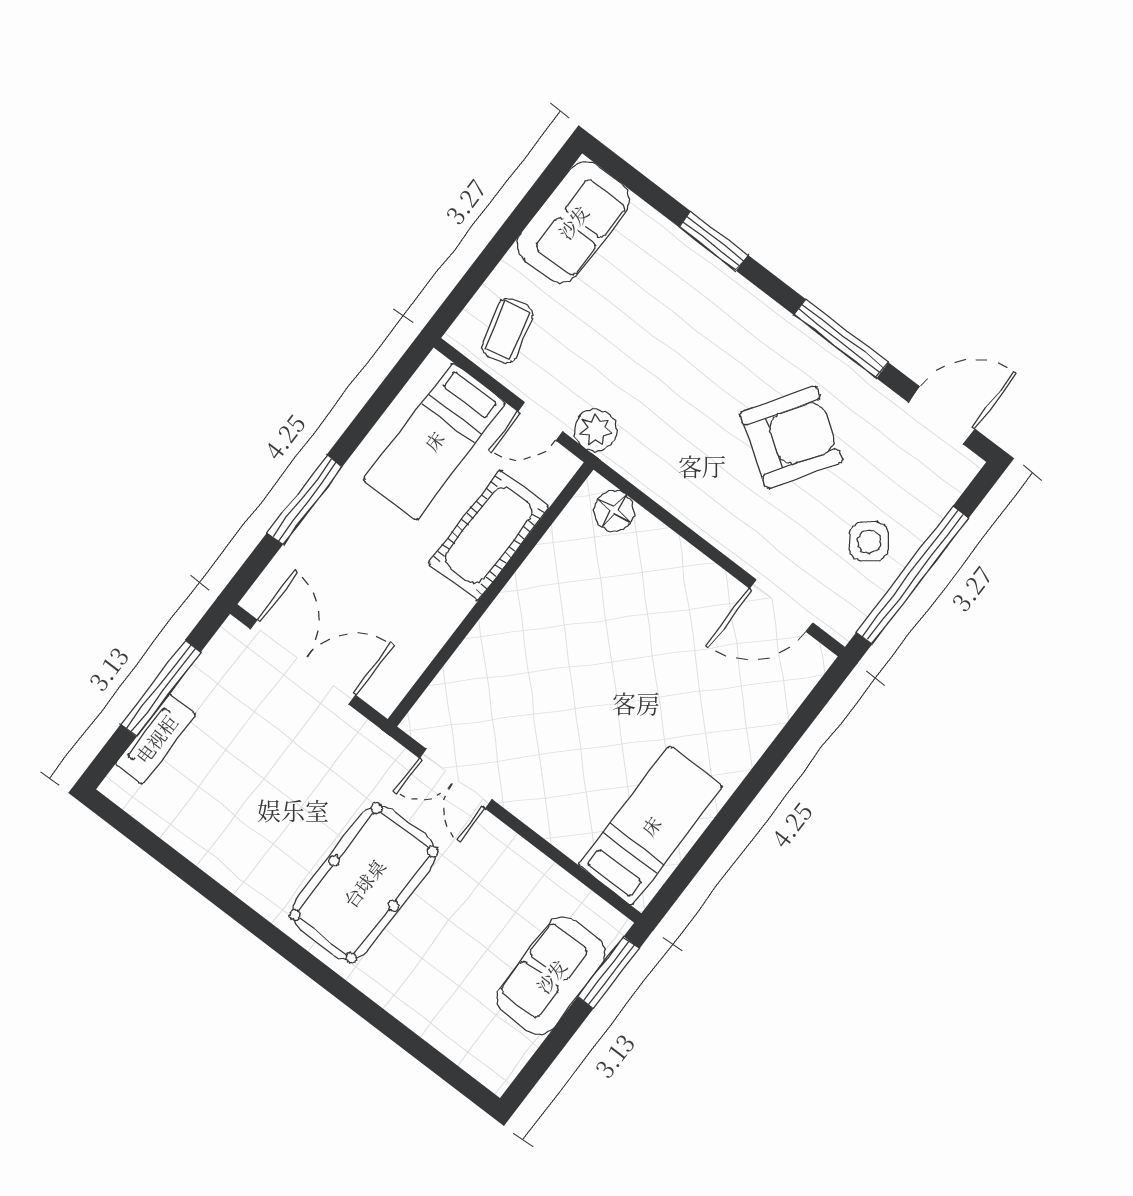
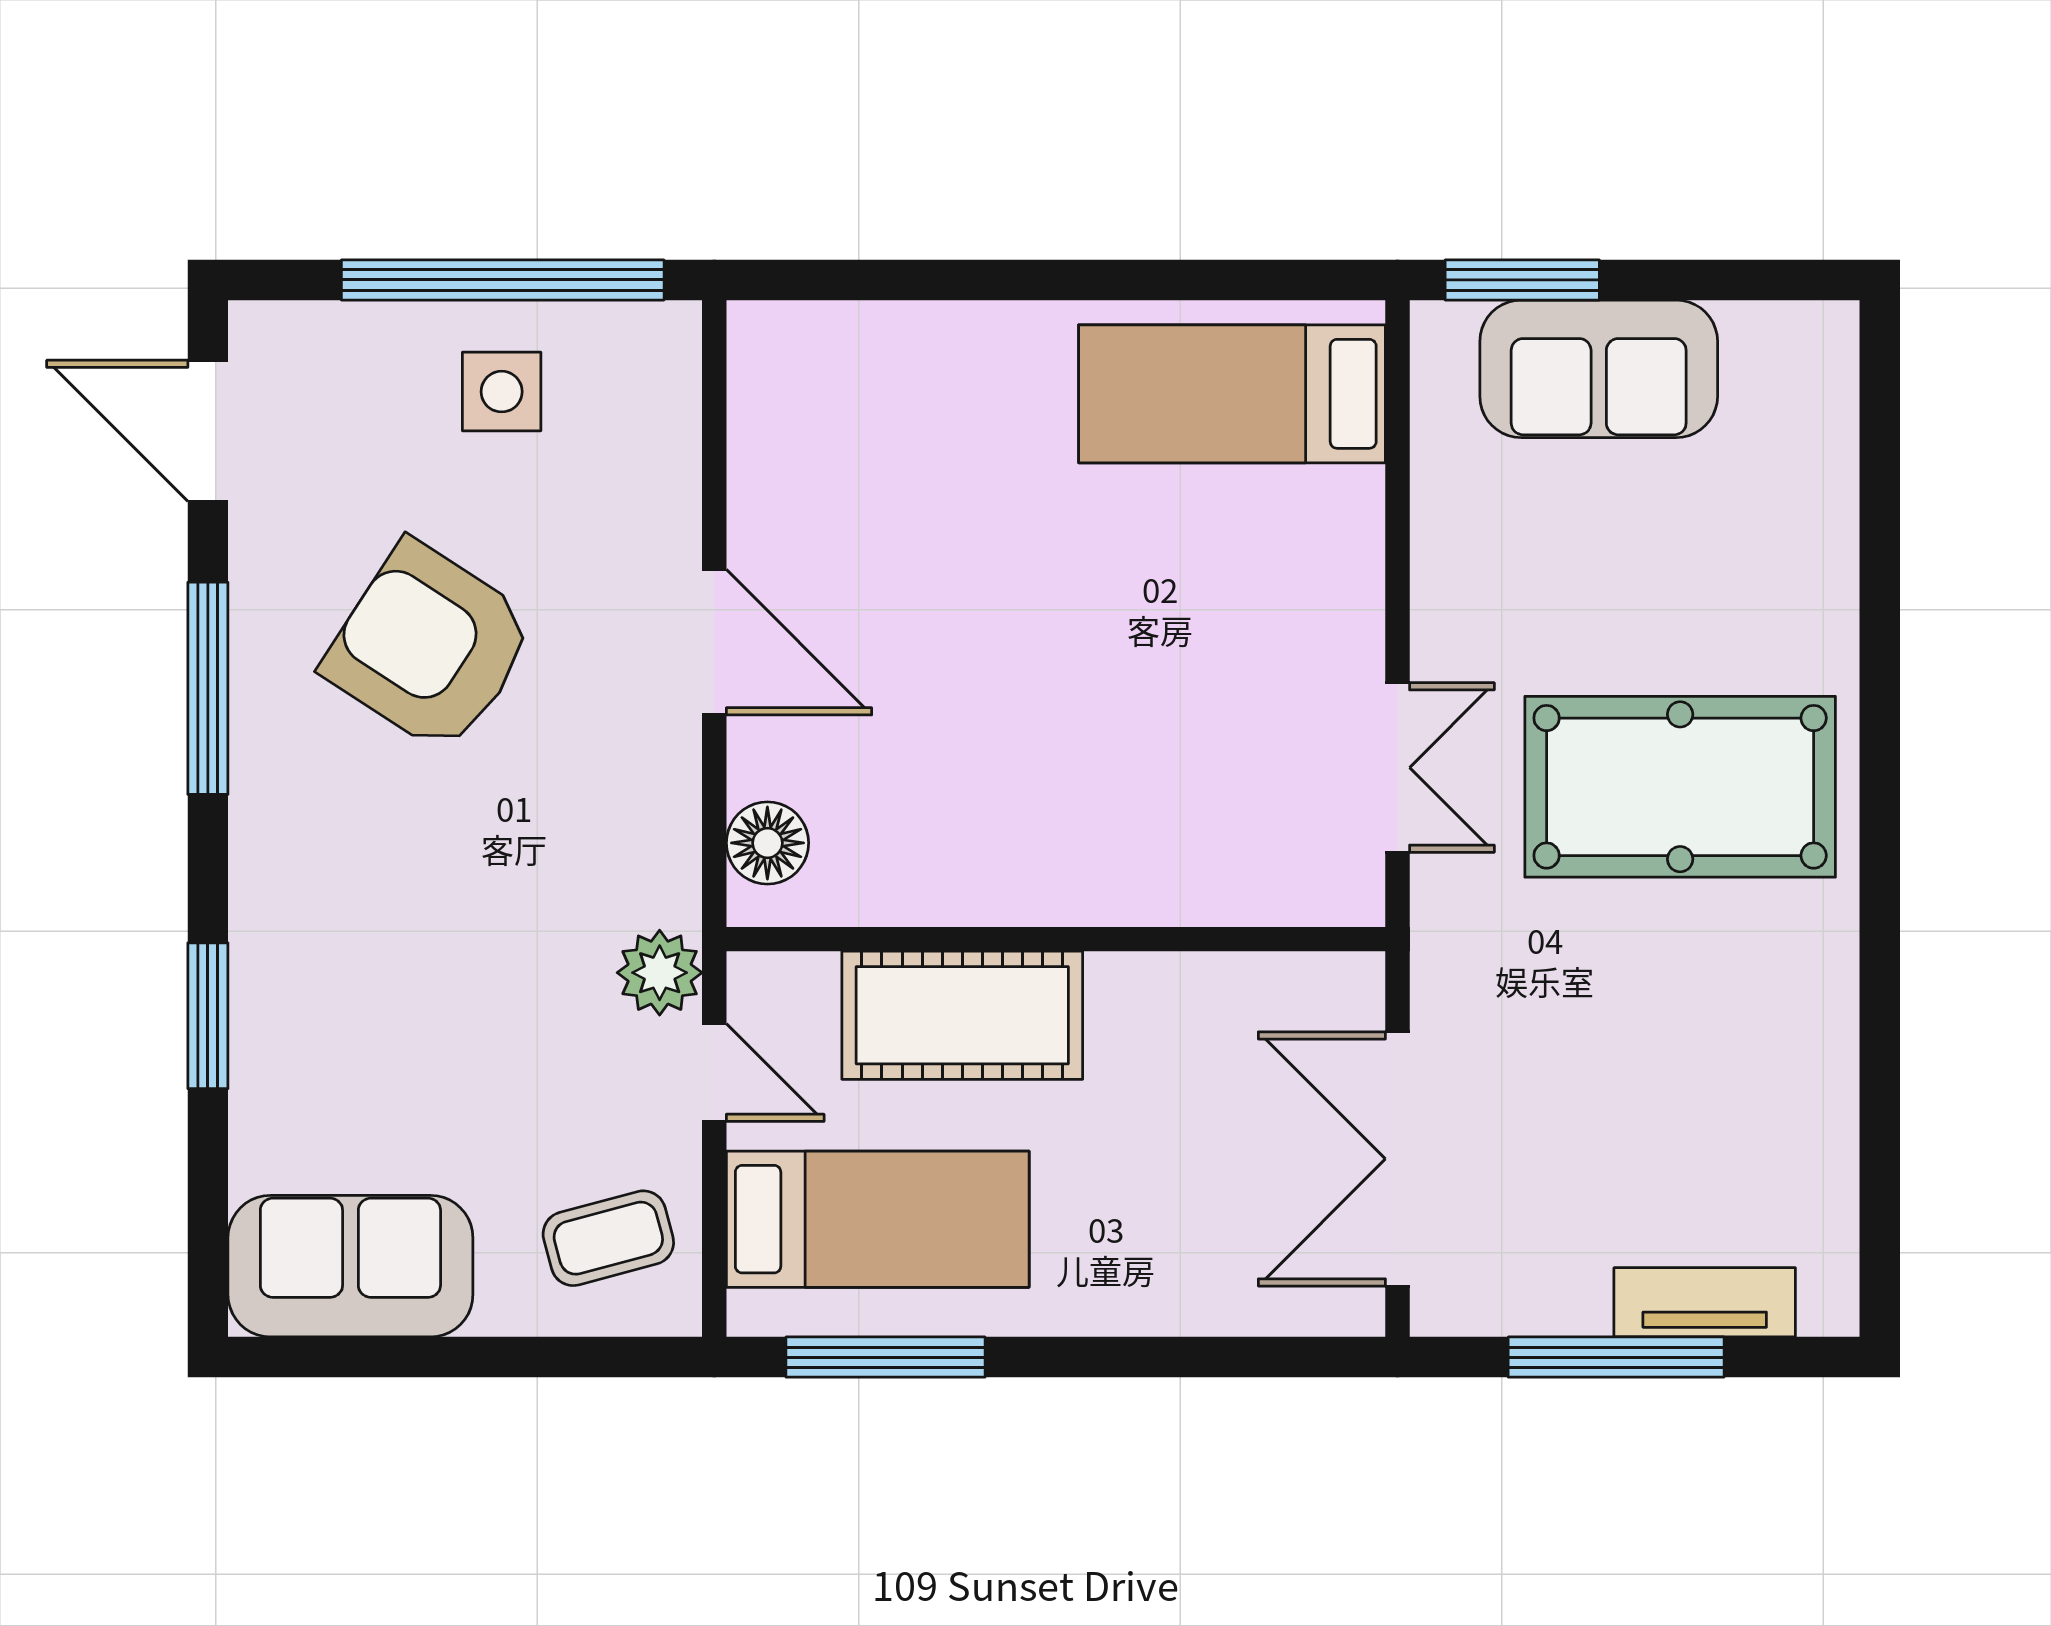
window: (305, 500) -> (886, 1357), moved
side table: (869, 542) -> (502, 392), turned 38
door: (781, 606) -> (714, 642), moved

